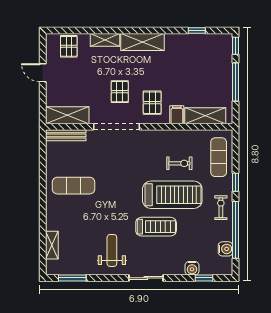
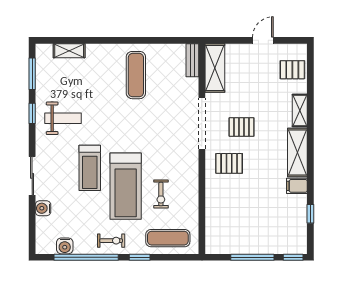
filing cabinet: (177, 115) -> (297, 186), moved, turned 180
shelving: (205, 116) -> (214, 223), removed
bench: (66, 135) -> (192, 60), width x0.73
sliding door: (146, 278) -> (32, 176), moved
window: (204, 278) -> (32, 113), moved

